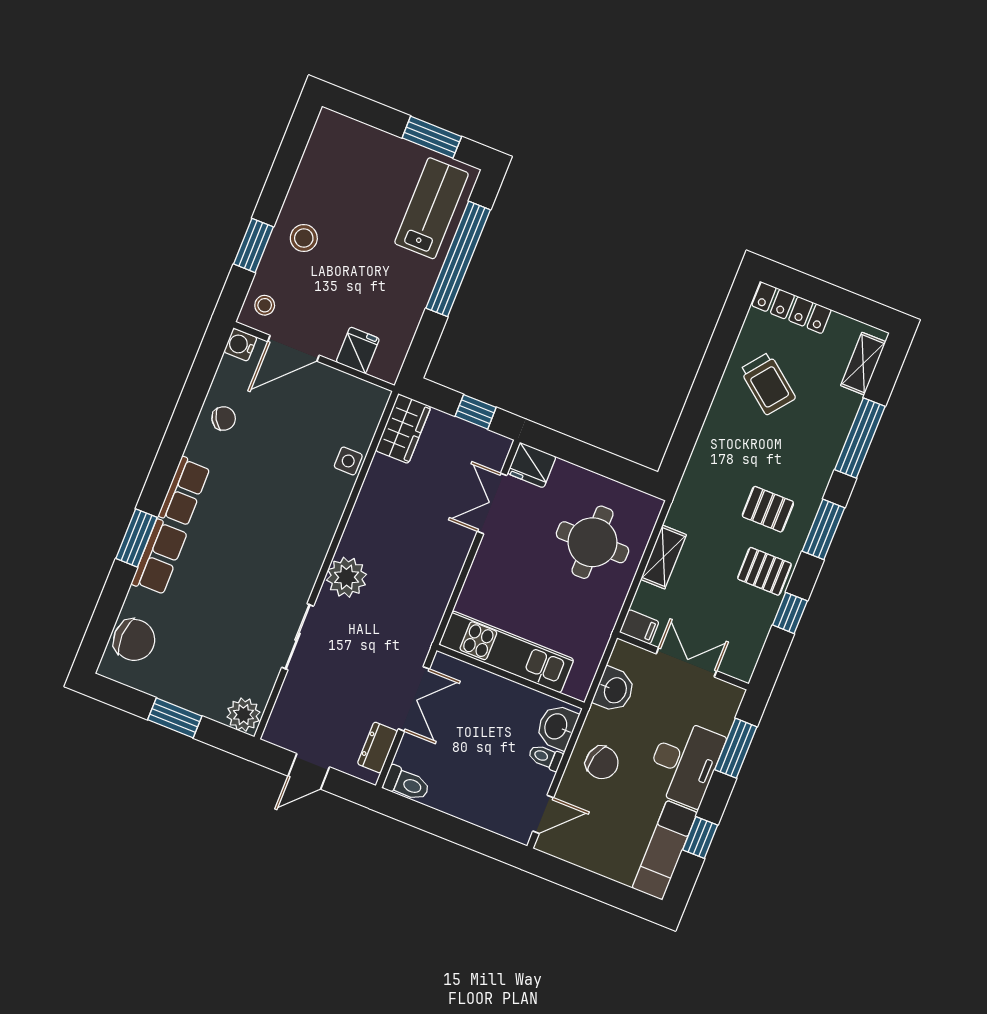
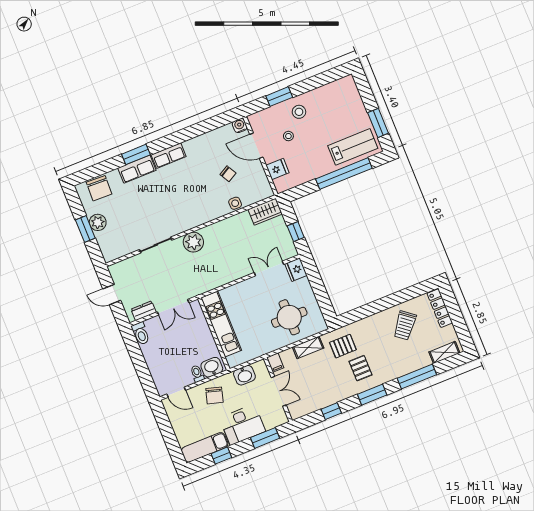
stool: (265, 305) -> (288, 136), moved
chair: (224, 418) -> (228, 174), moved
pallet: (764, 571) -> (343, 346), moved, turned 90
plant: (243, 715) -> (98, 222), moved

